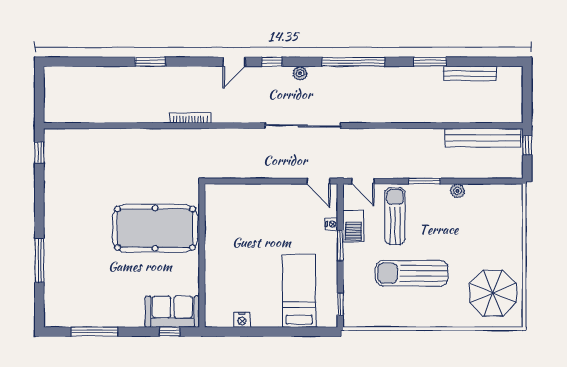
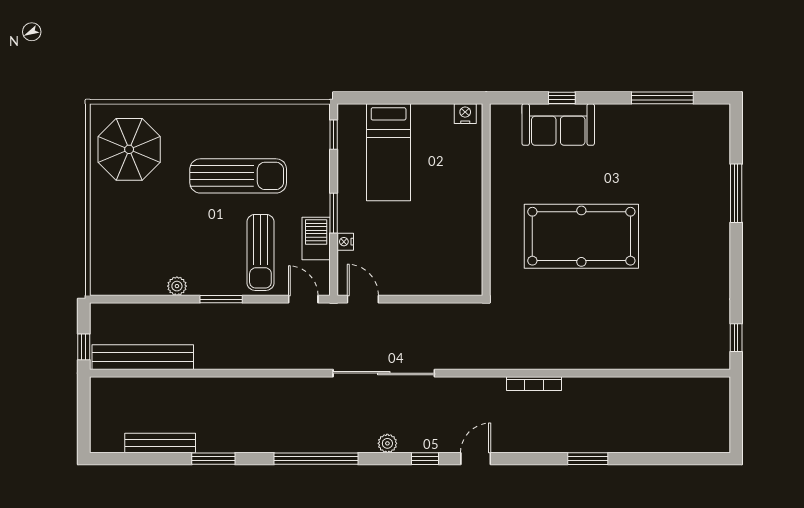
wall: (202, 255) -> (486, 200), moved

